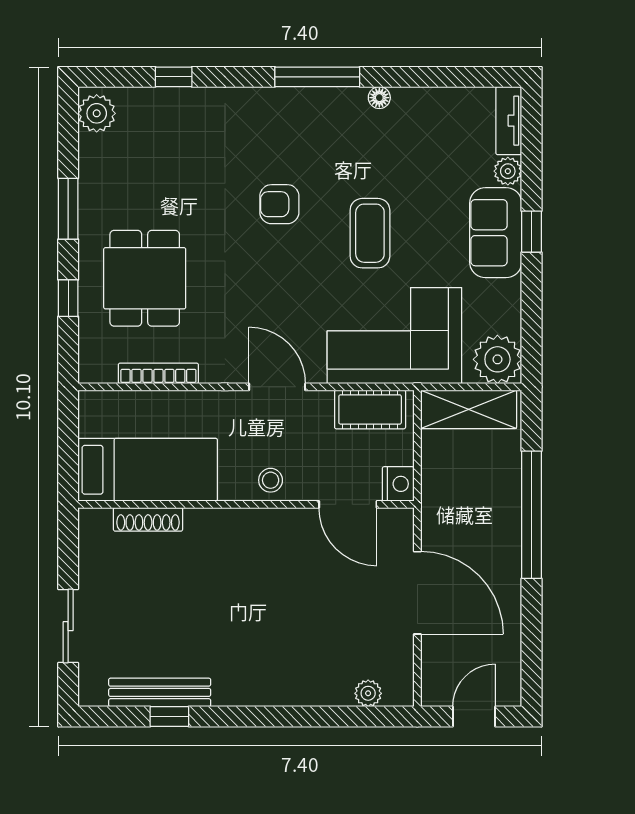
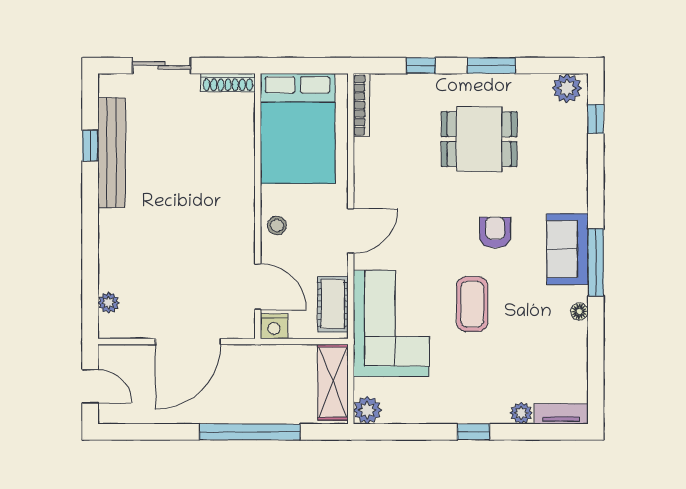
window: (174, 77) -> (596, 119), moved
coffee table: (370, 233) -> (472, 304), turned 90
sofa: (496, 233) -> (567, 249), moved, turned -90
dining table: (145, 278) -> (479, 139), moved
plant: (497, 359) -> (367, 410), width x0.73, depth x0.73
bookcase: (158, 373) -> (361, 105), moved
bed: (148, 470) -> (298, 128), width x1.50
door: (348, 504) -> (258, 287), swing flipped
shoe rack: (148, 519) -> (228, 83), moved, turned -90
bench: (160, 692) -> (112, 153), width x1.37, depth x1.21

